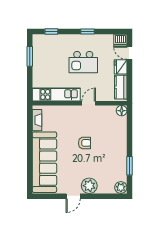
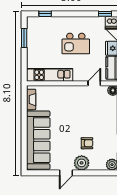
window: (87, 31) -> (105, 14), moved
door: (89, 103) -> (94, 83), moved
armchair: (85, 143) -> (87, 143), moved

